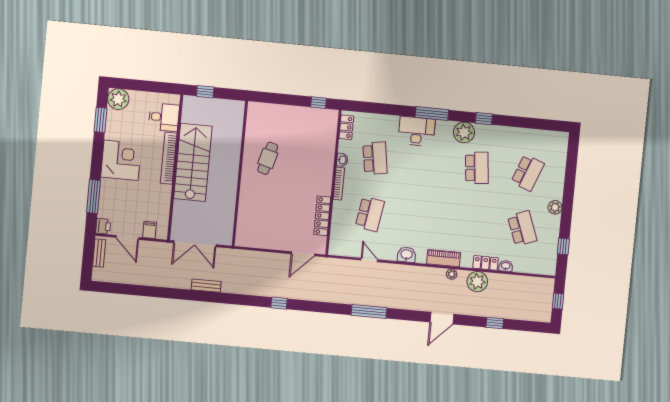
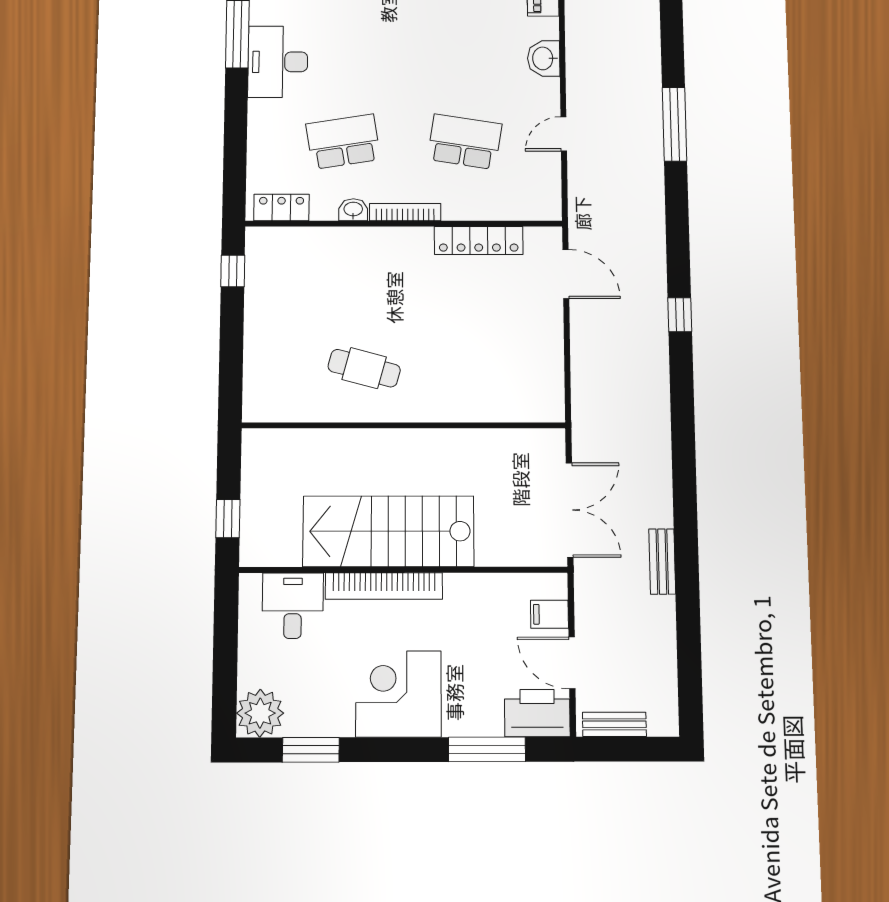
printer: (103, 226) -> (537, 713), width x1.87, depth x1.48
door: (127, 237) -> (572, 663), swing flipped
bench: (206, 286) -> (662, 561), moved

